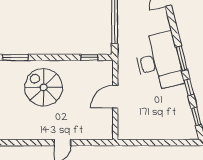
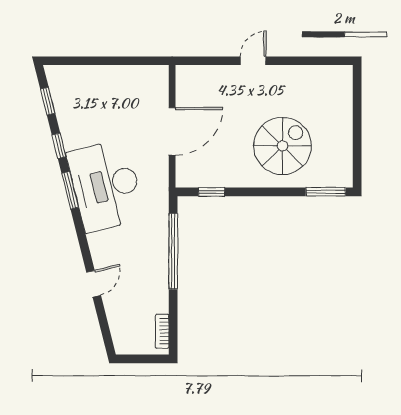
spiral stairs: (44, 87) -> (282, 146), turned -90
door: (115, 97) -> (172, 131), width x1.36

